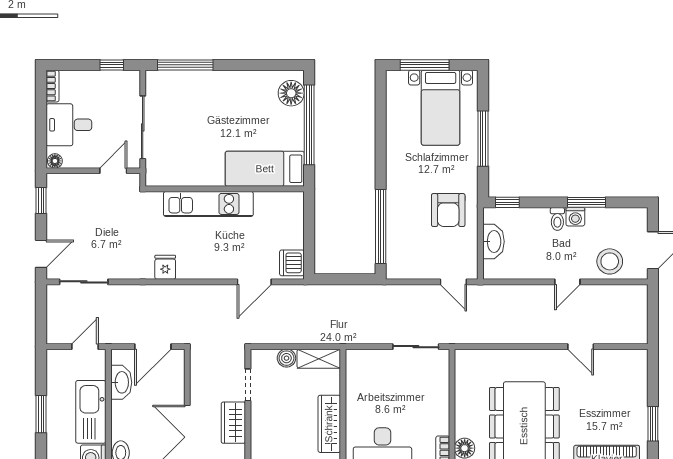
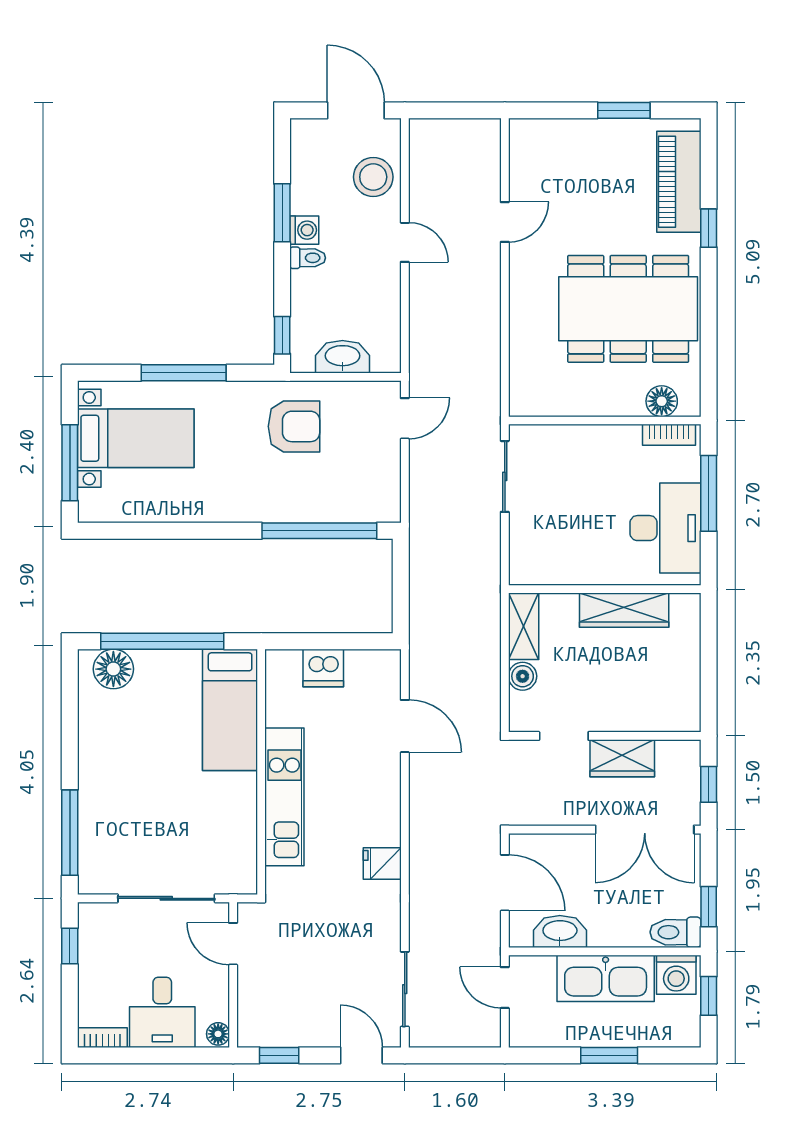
dishwasher: (292, 263) -> (323, 668), moved

